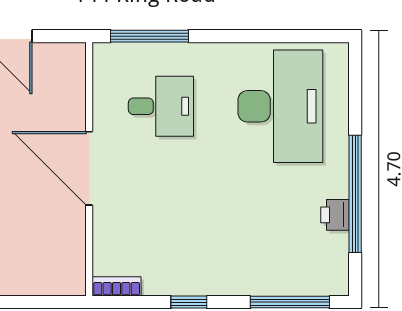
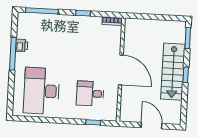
window: (149, 36) -> (93, 122), width x0.46
window: (355, 194) -> (13, 54), width x0.68

